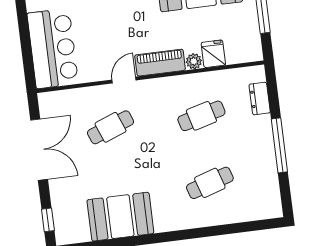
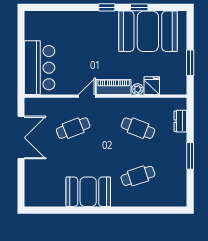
cafe table: (201, 116) -> (138, 128), turned 36
window: (279, 145) -> (190, 156), width x0.69
booth: (120, 217) -> (88, 192), moved
window: (48, 220) -> (21, 188), removed

